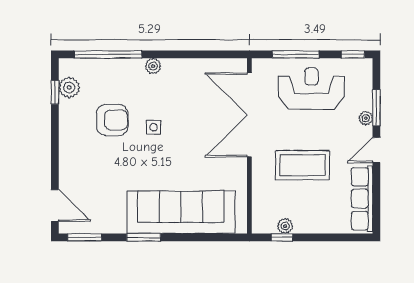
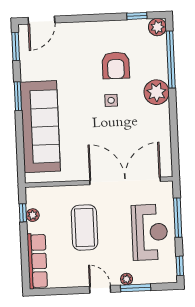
plant: (153, 66) -> (157, 92), width x1.87, depth x1.87
plant: (69, 87) -> (157, 27), moved
row of seats: (362, 199) -> (37, 261), moved, turned 90

